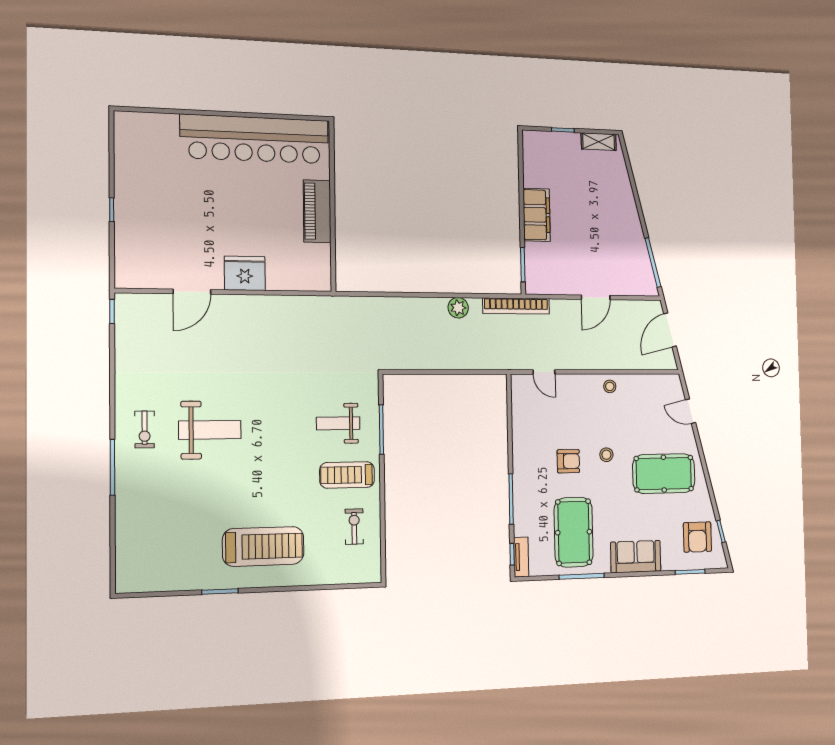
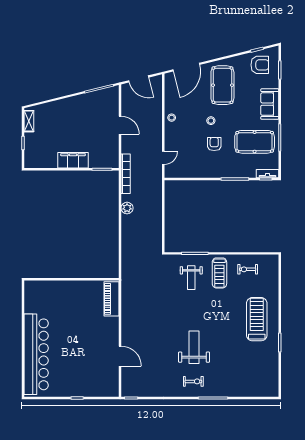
bar counter: (255, 139) -> (36, 354), moved
piano: (317, 211) -> (111, 299), moved, turned 90
fridge: (245, 273) -> (110, 328), removed
door: (691, 411) -> (186, 67), width x1.88

